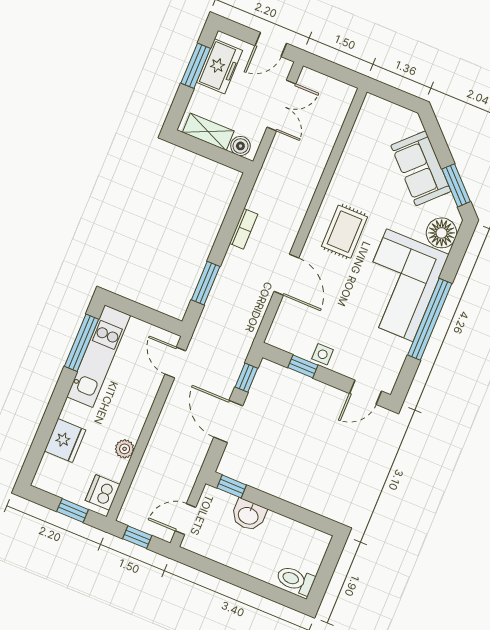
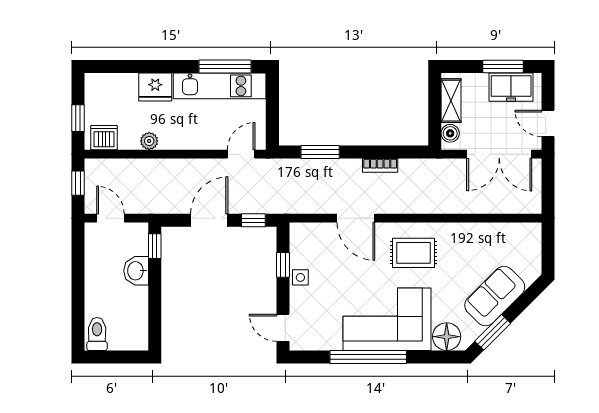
double door: (281, 106) -> (499, 154), width x1.37
door: (286, 275) -> (356, 218), hinge flipped
fridge: (65, 441) -> (155, 87), moved

